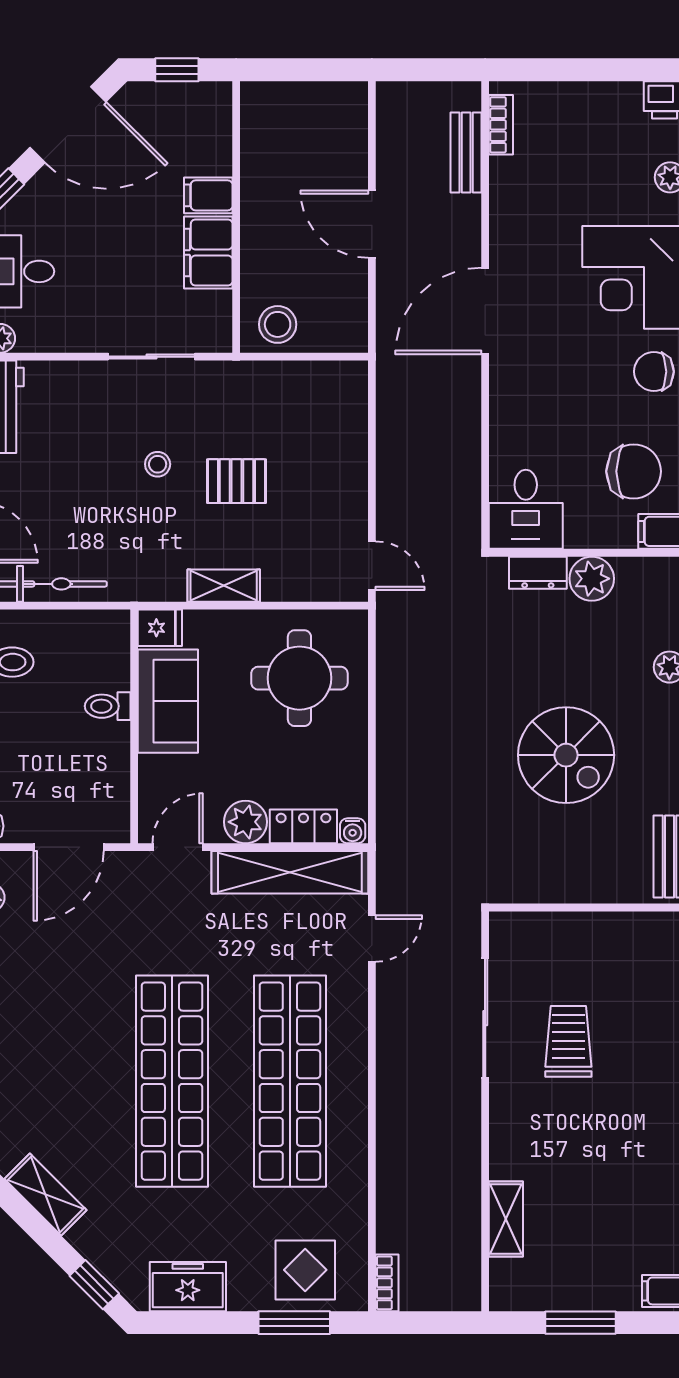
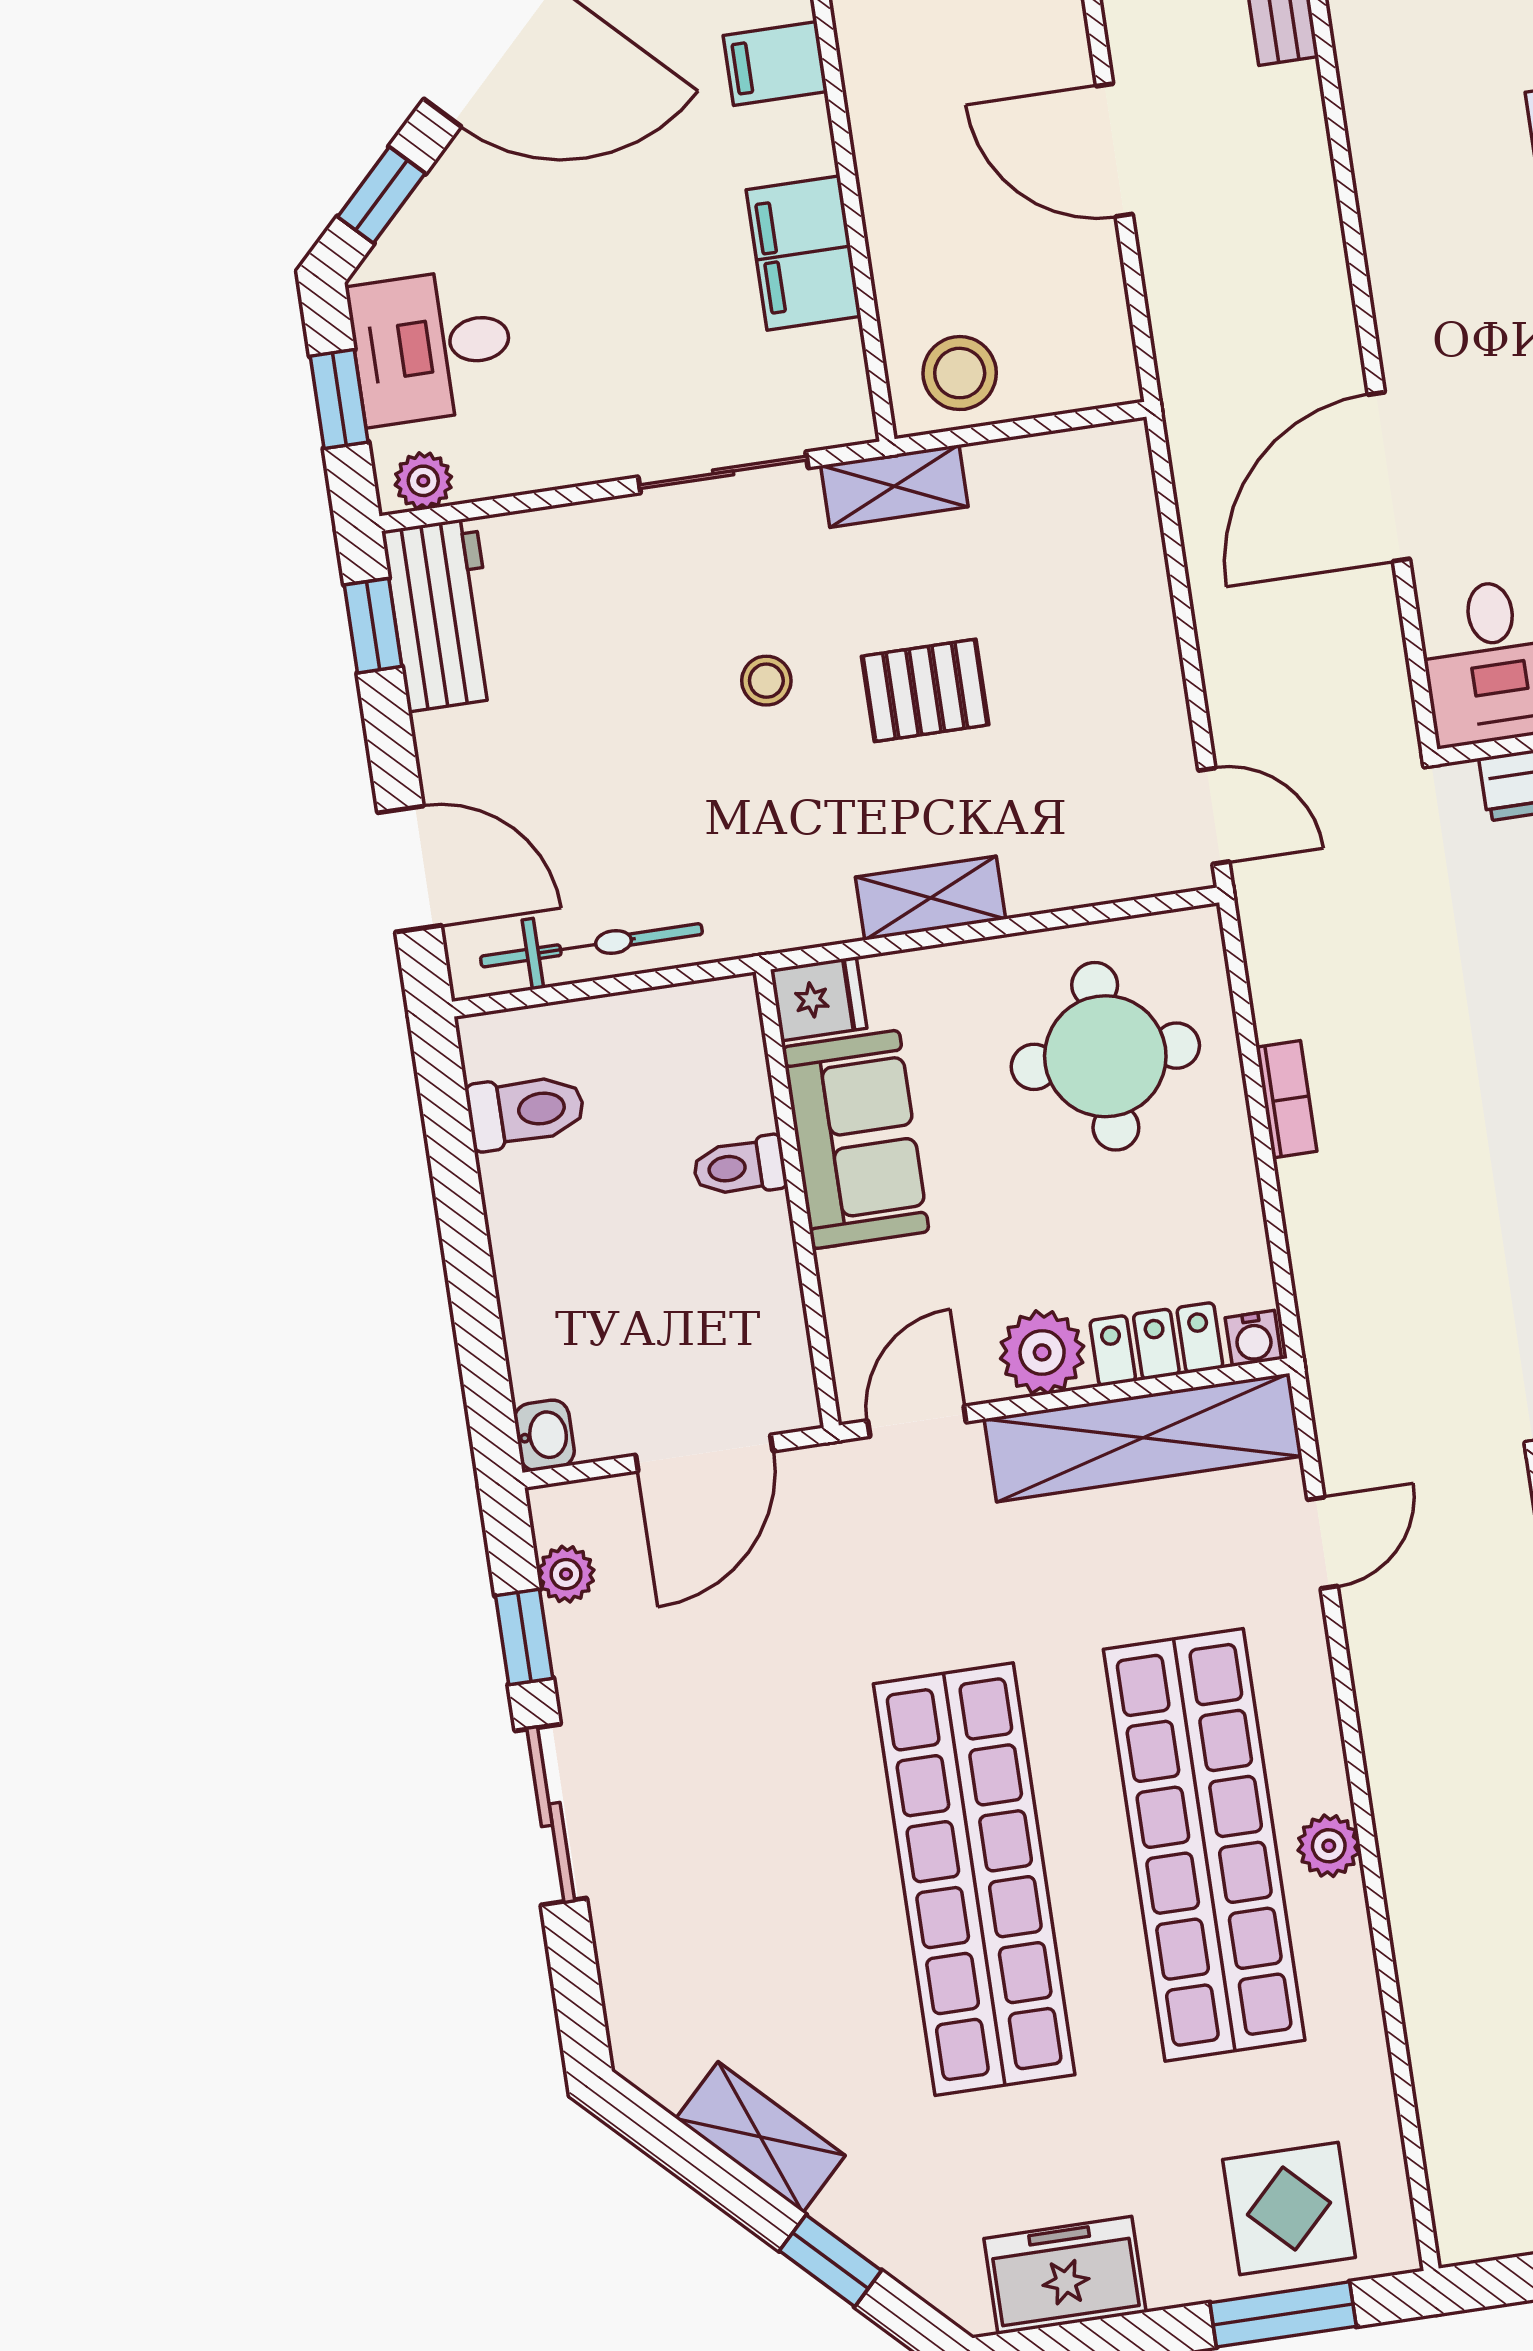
filing cabinet: (208, 195) -> (775, 63), moved
door: (485, 311) -> (1389, 477), moved
shelving: (236, 376) -> (894, 486), added
plant: (352, 1091) -> (1329, 1846), added
bookcase: (387, 1283) -> (1286, 1099), moved
window: (94, 1285) -> (830, 2261), moved

